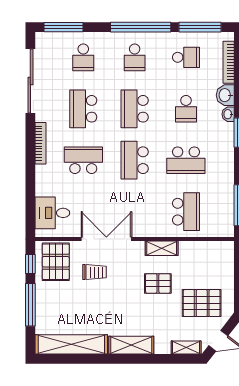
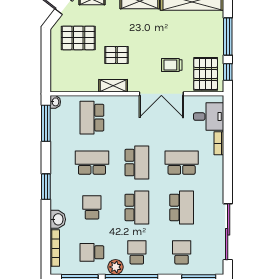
plant: (159, 41) -> (115, 267), added
washbasin: (228, 114) -> (55, 102), moved
bookcase: (41, 143) -> (219, 143), moved, width x0.64
school desk: (83, 160) -> (182, 163), turned 180

